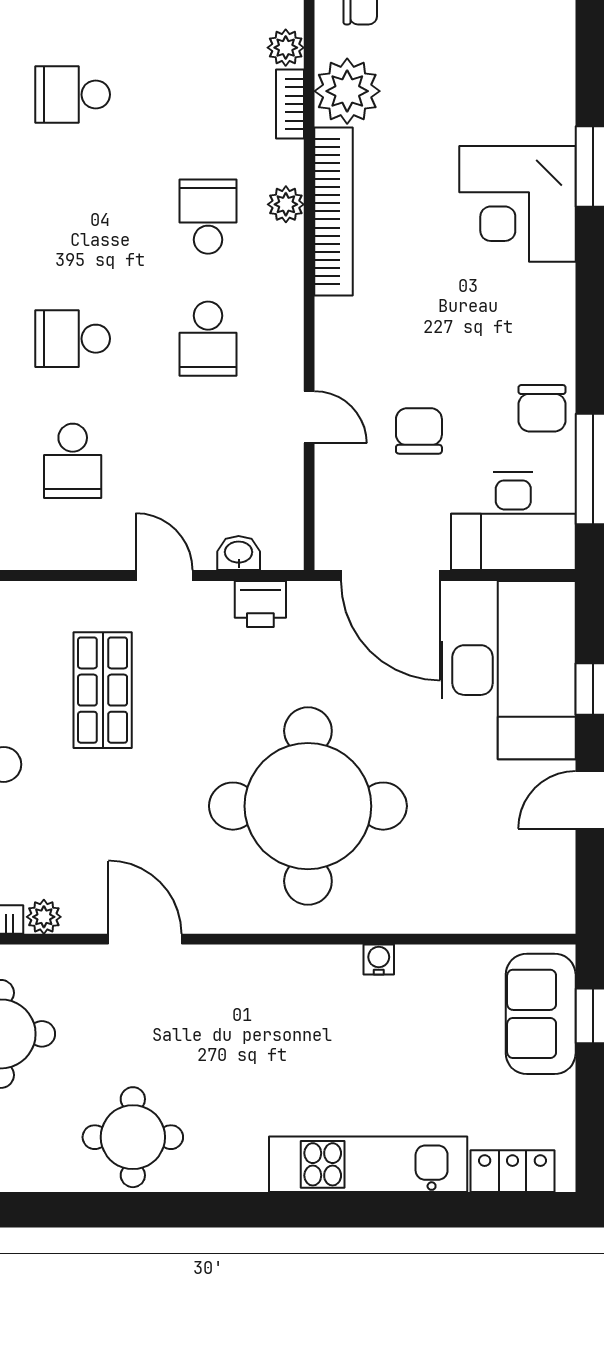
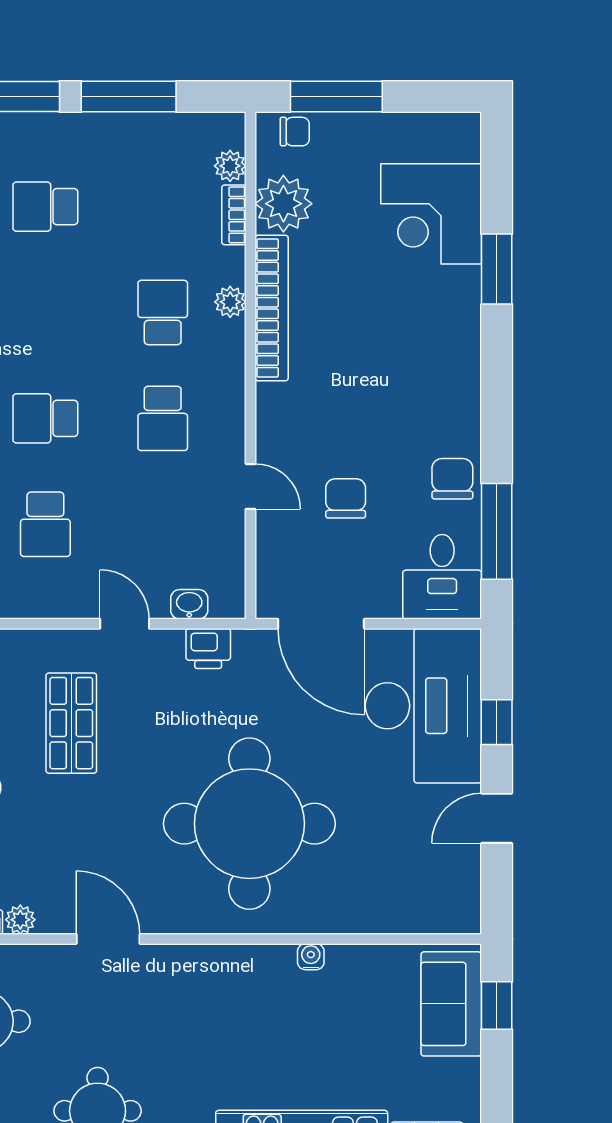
corner desk: (517, 204) -> (431, 214), moved
chair: (542, 408) -> (452, 479), turned 180
desk: (513, 521) -> (442, 577), width x0.73

